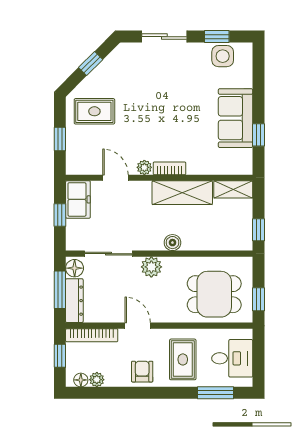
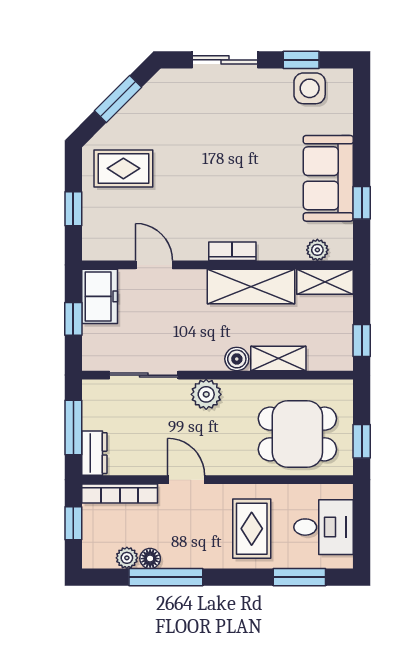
window: (91, 64) -> (118, 99), width x1.50
plant: (144, 167) -> (317, 250), moved
shelving: (201, 242) -> (278, 358), added
floor lamp: (75, 268) -> (95, 396), removed
dresser: (74, 301) -> (94, 453), width x0.70
armchair: (142, 372) -> (193, 546), removed
floor lamp: (81, 380) -> (150, 559), moved
window: (124, 393) -> (166, 577), added

